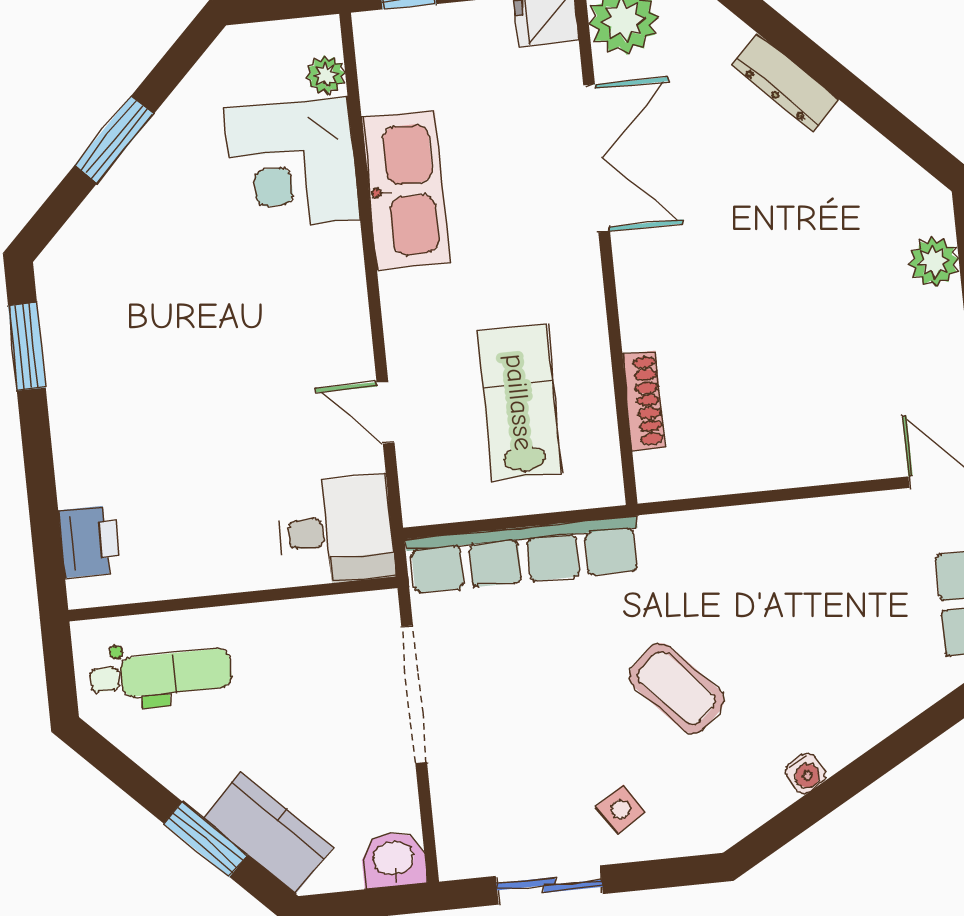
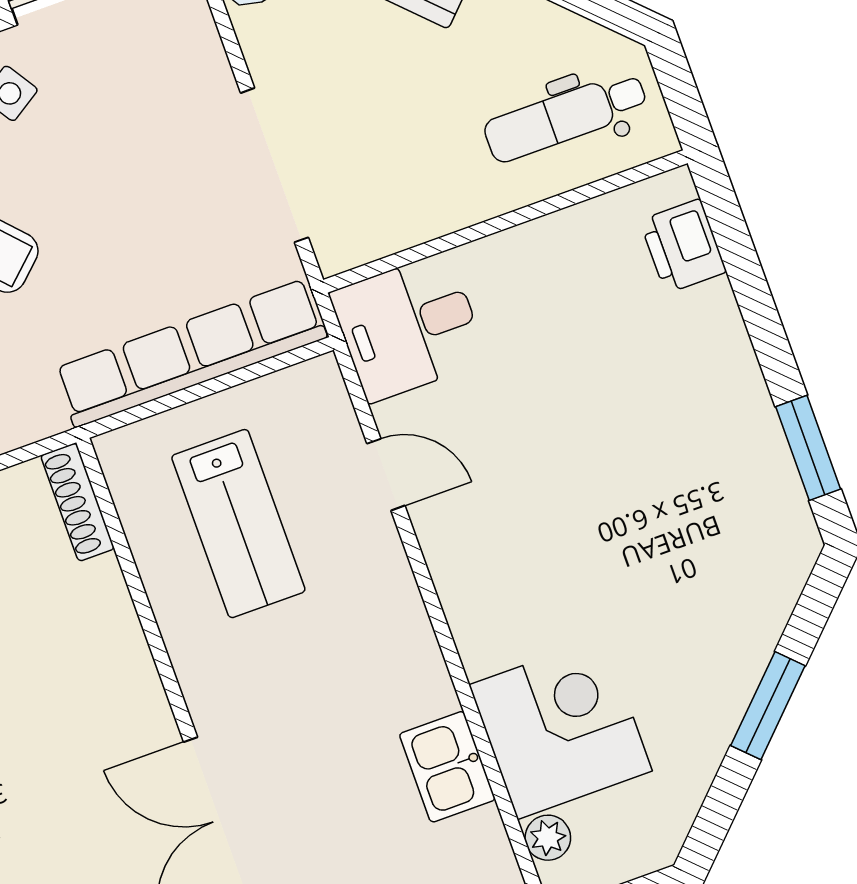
kitchen sink: (406, 190) -> (447, 767), width x0.53, depth x0.81
shoe rack: (644, 401) -> (78, 502), moved

